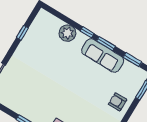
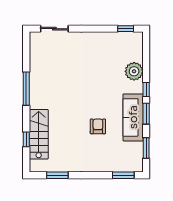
window: (22, 33) -> (126, 29), moved
armchair: (118, 102) -> (98, 126), moved

